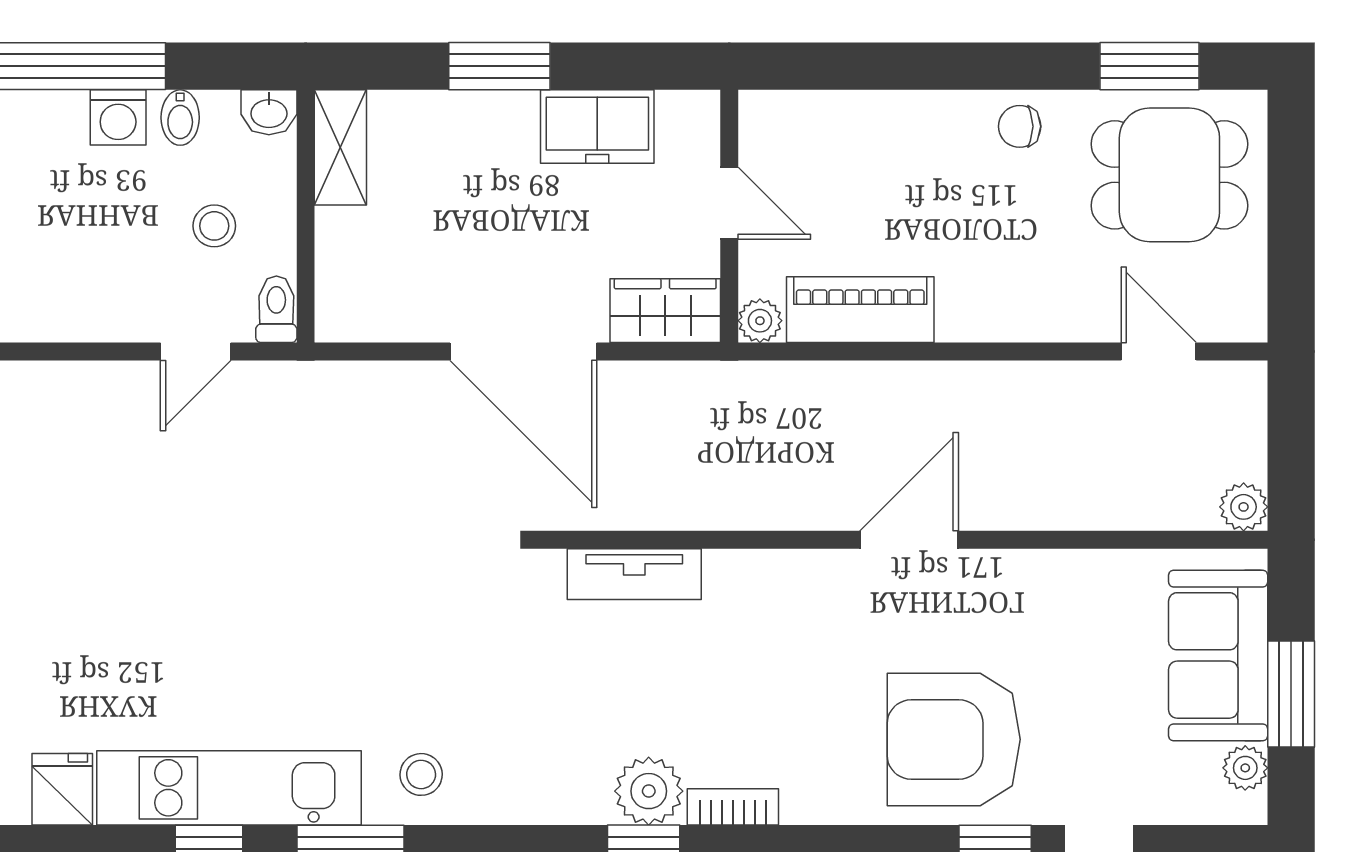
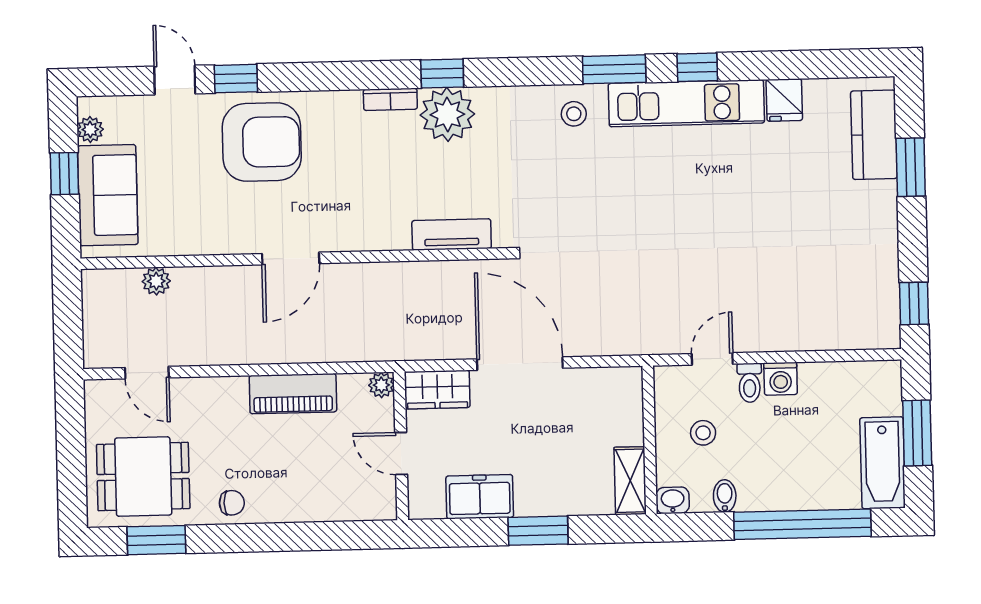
washing machine: (118, 117) -> (781, 379), moved, turned 180
toilet: (276, 309) -> (750, 383), moved
piano: (860, 310) -> (293, 394), moved
plant: (1244, 507) -> (156, 281), moved
window: (1291, 694) -> (64, 174), width x0.67
plant: (649, 791) -> (447, 114), width x1.36, depth x1.36

